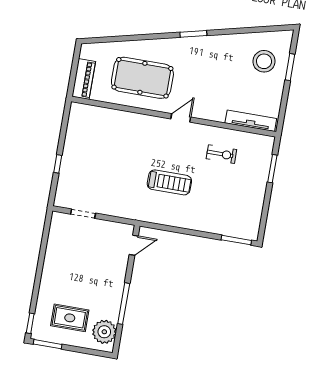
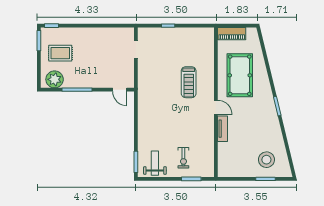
tv unit: (251, 121) -> (223, 129), moved, width x0.71
exercise bike: (221, 154) -> (183, 158), moved
treadmill: (169, 182) -> (189, 82), moved
weight bench: (242, 214) -> (155, 163), added
rug: (70, 318) -> (60, 53), turned 90

